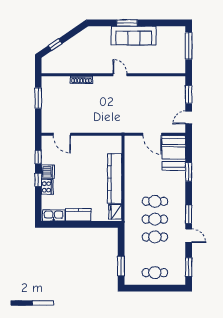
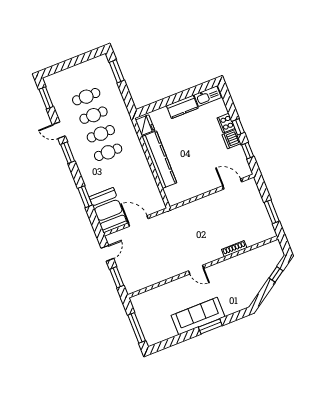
cafe table: (155, 273) -> (86, 97), moved

